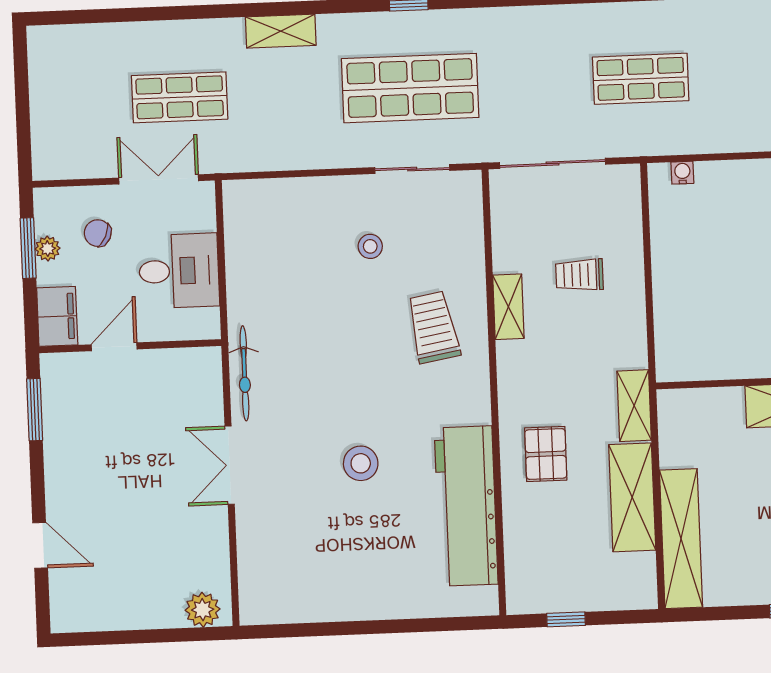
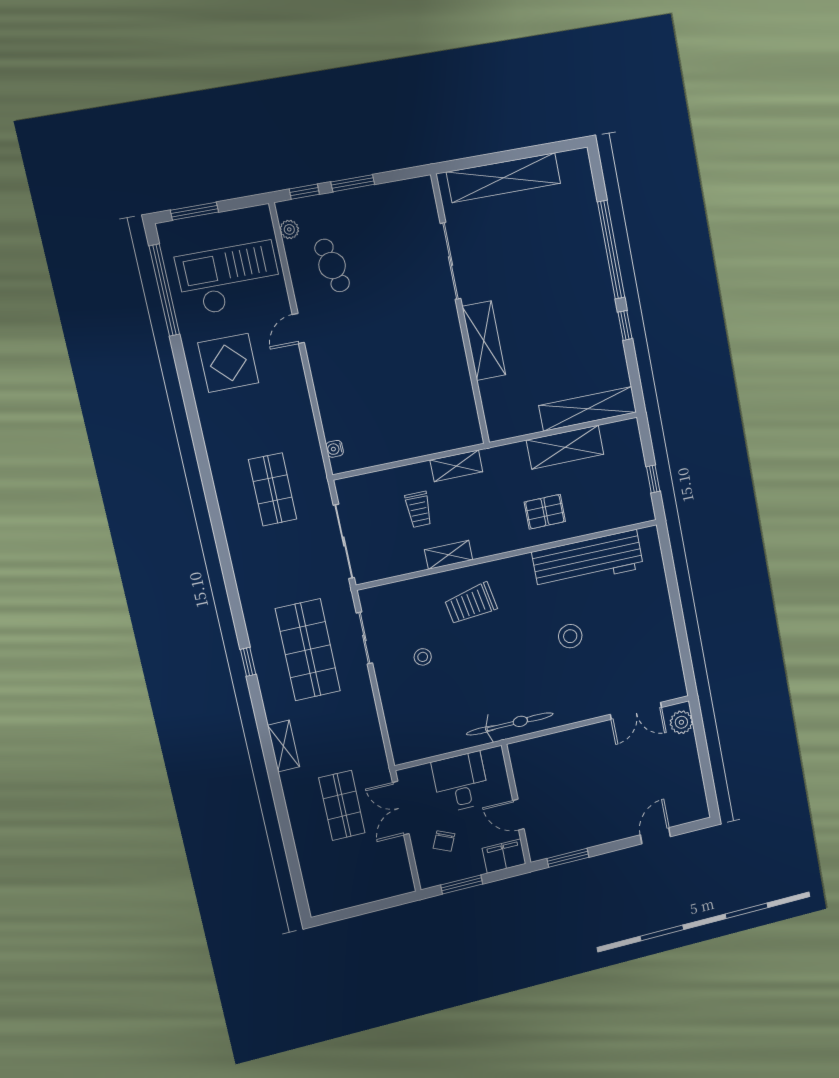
plant: (48, 249) -> (460, 872), removed
bicycle: (244, 373) -> (510, 724), width x1.37, depth x1.40
shelving: (634, 406) -> (456, 466), moved
double door: (230, 465) -> (636, 711), moved

